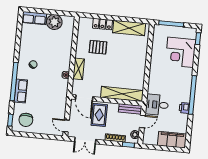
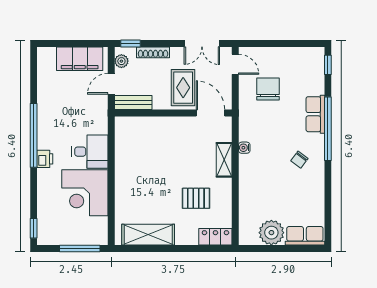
locker: (102, 24) -> (215, 237), moved
corner desk: (180, 52) -> (85, 193), moved, turned 180
shelving: (122, 94) -> (149, 126), removed
desk: (157, 105) -> (90, 152), moved
printer: (184, 108) -> (45, 159), moved
chair: (26, 120) -> (268, 89), moved
double door: (85, 140) -> (202, 44), swing flipped
filing cabinet: (172, 140) -> (80, 59), moved

